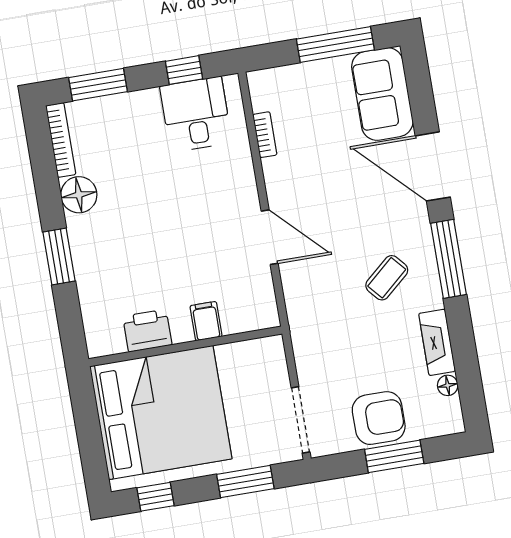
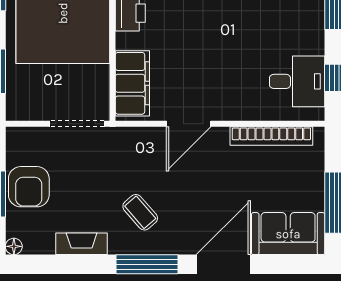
bookcase: (265, 135) -> (271, 136), width x2.31, depth x1.31
filing cabinet: (206, 321) -> (132, 83), width x3.00, depth x1.17
floor lamp: (448, 385) -> (14, 246), moved
doorway: (301, 420) -> (77, 124), moved

